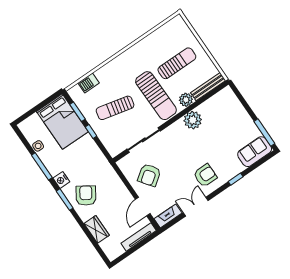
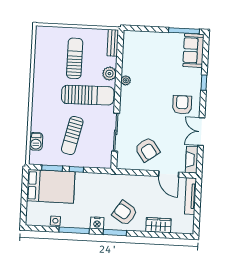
bench: (208, 87) -> (113, 43), width x0.73
plant: (193, 120) -> (126, 80), width x0.53, depth x0.53

